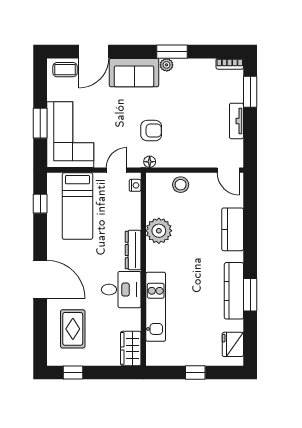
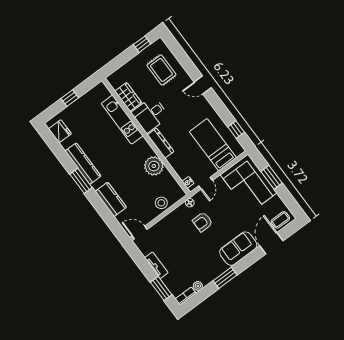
plant: (167, 65) -> (198, 286), moved
door: (40, 279) -> (203, 85), width x0.53
window: (250, 295) -> (81, 181), moved
wardrobe: (131, 348) -> (128, 97), moved

